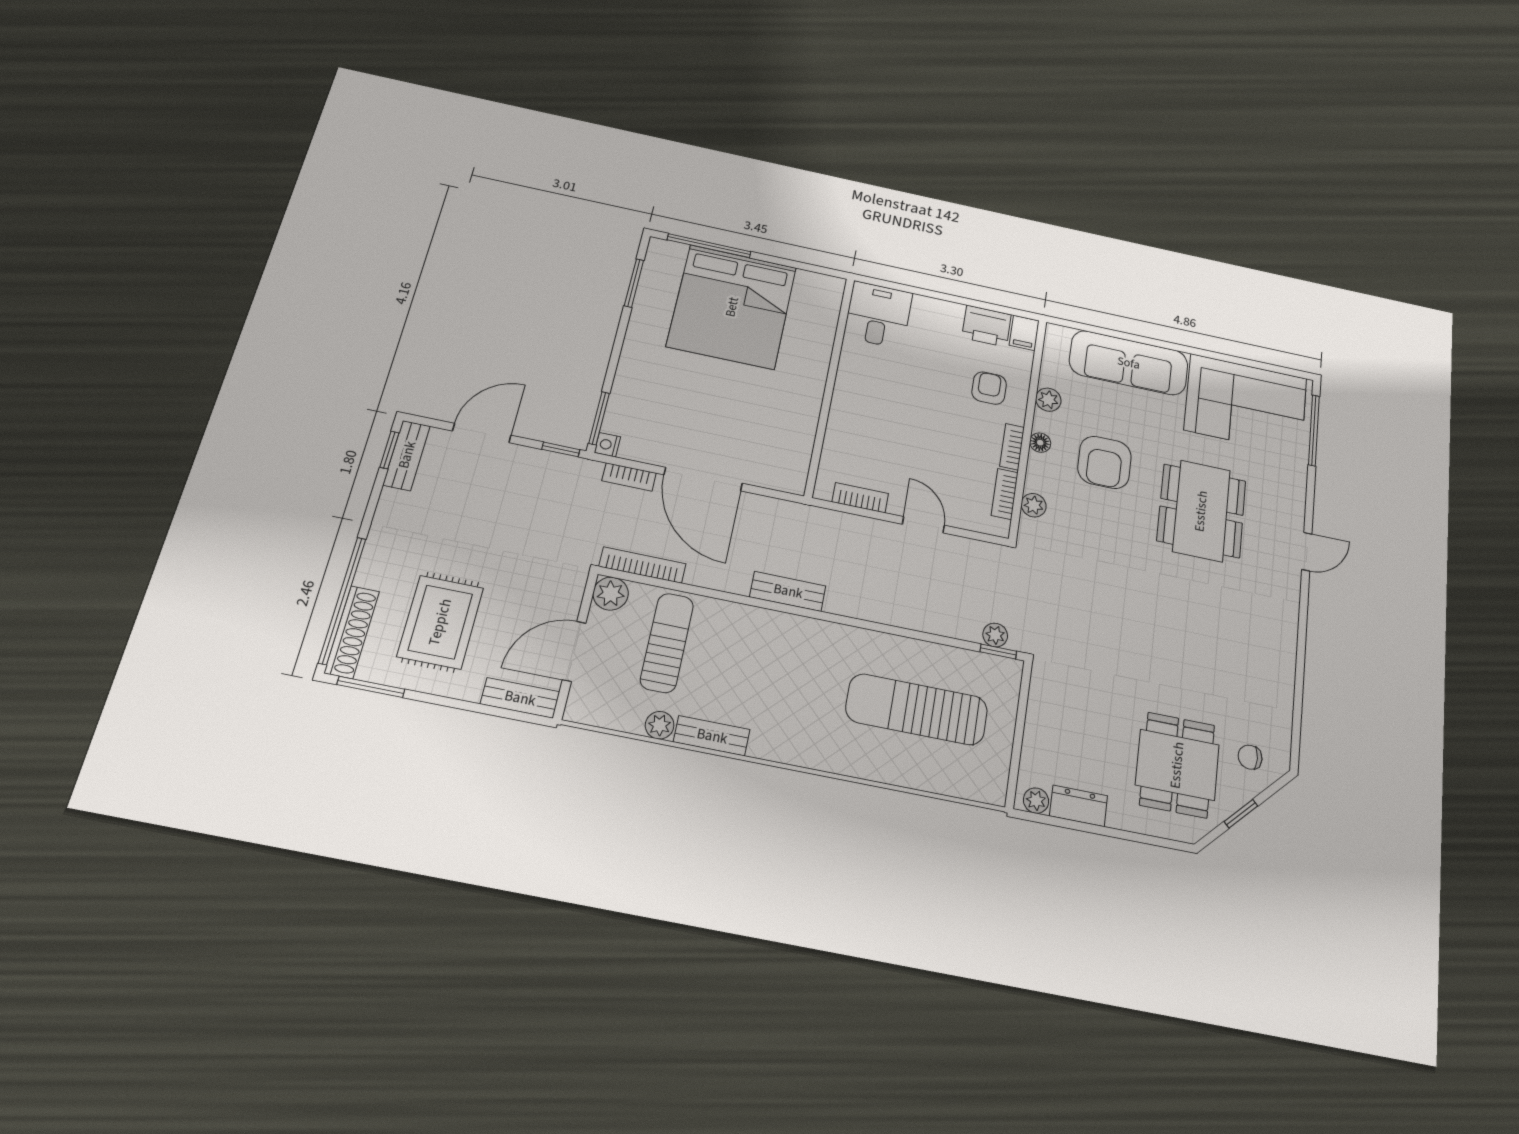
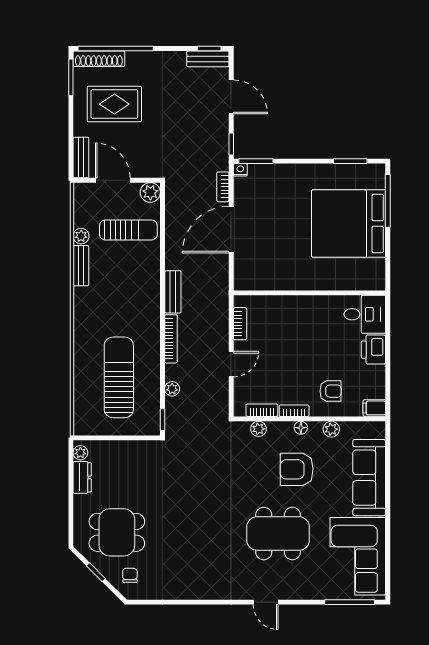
printer: (987, 326) -> (373, 350), moved
bookcase: (642, 565) -> (171, 339), moved
plant: (995, 635) -> (172, 389), moved

